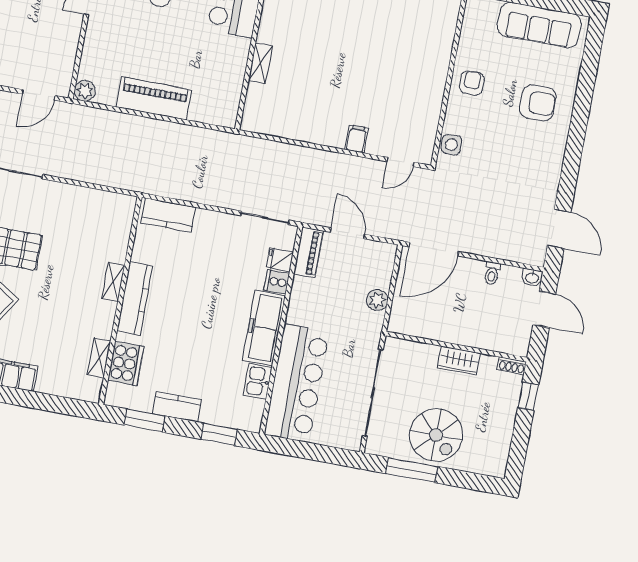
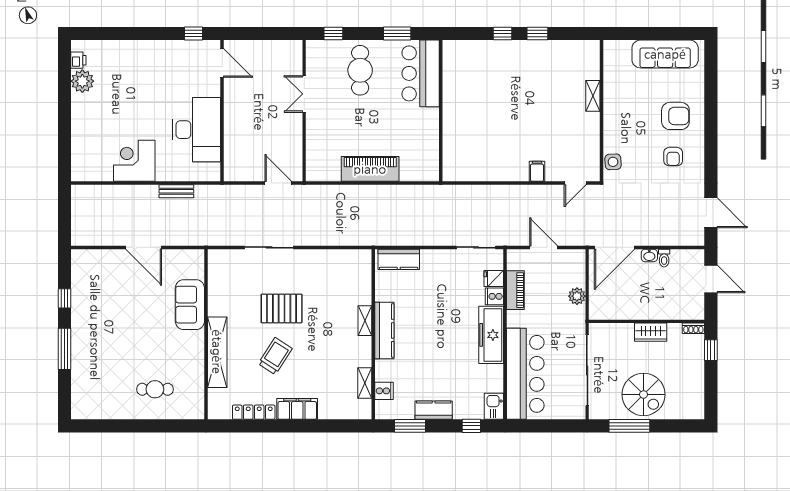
shelving: (260, 63) -> (593, 96), moved
armchair: (472, 83) -> (673, 157), moved, turned 180
plant: (85, 91) -> (314, 173), removed
door: (39, 95) -> (278, 183), swing flipped
piano: (308, 252) -> (515, 290), moved
washbasin: (532, 278) -> (649, 255), moved
cooker: (126, 363) -> (384, 391), width x0.53, depth x0.76
kitchen sink: (258, 381) -> (494, 406), moved
window: (219, 434) -> (471, 426), width x0.67

